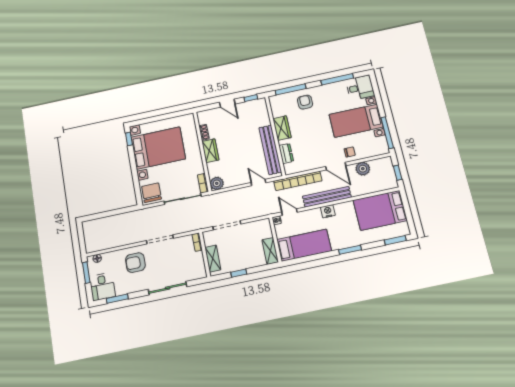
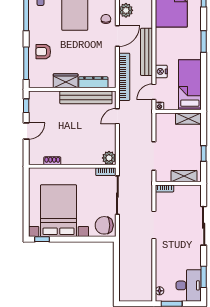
wardrobe: (210, 151) -> (73, 158), removed
dresser: (286, 153) -> (93, 82), width x1.44
nightstand: (328, 211) -> (161, 71), moved
armchair: (135, 263) -> (172, 253), removed
desk: (102, 287) -> (189, 285), width x1.37

